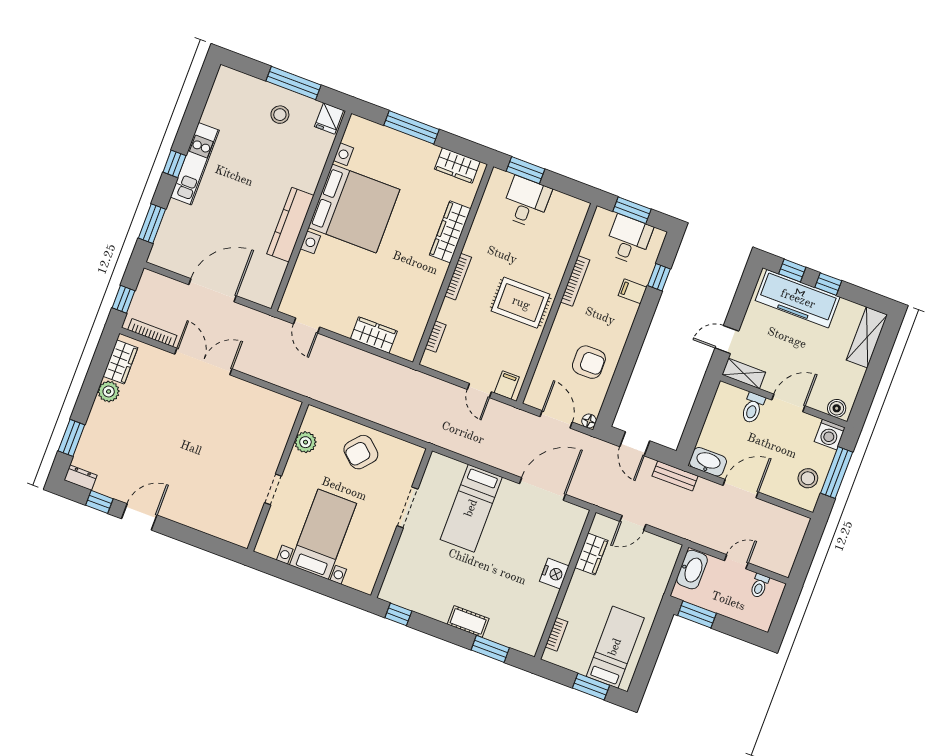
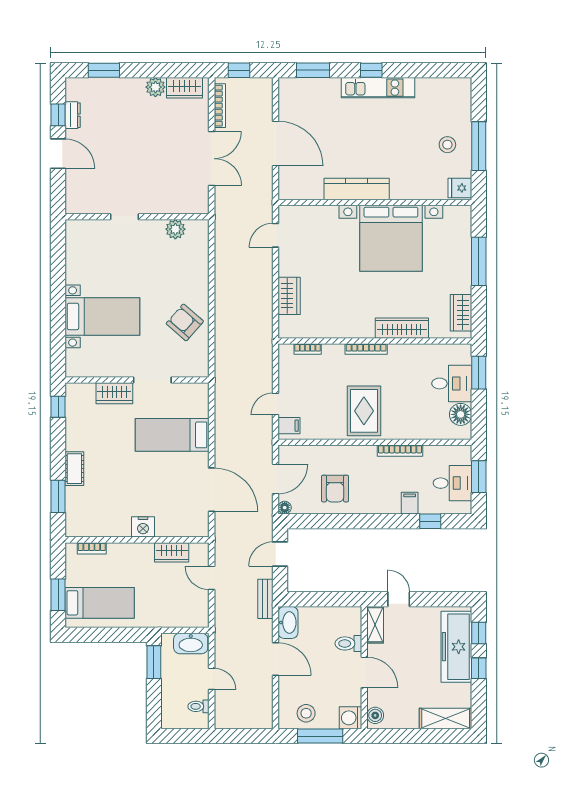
floor lamp: (561, 205) -> (461, 414), added
plant: (305, 442) -> (175, 229), moved
wall: (278, 477) -> (137, 217), moved
dresser: (80, 478) -> (73, 115), moved
doorway: (273, 489) -> (125, 217), moved
wardrobe: (406, 551) -> (114, 393), added

